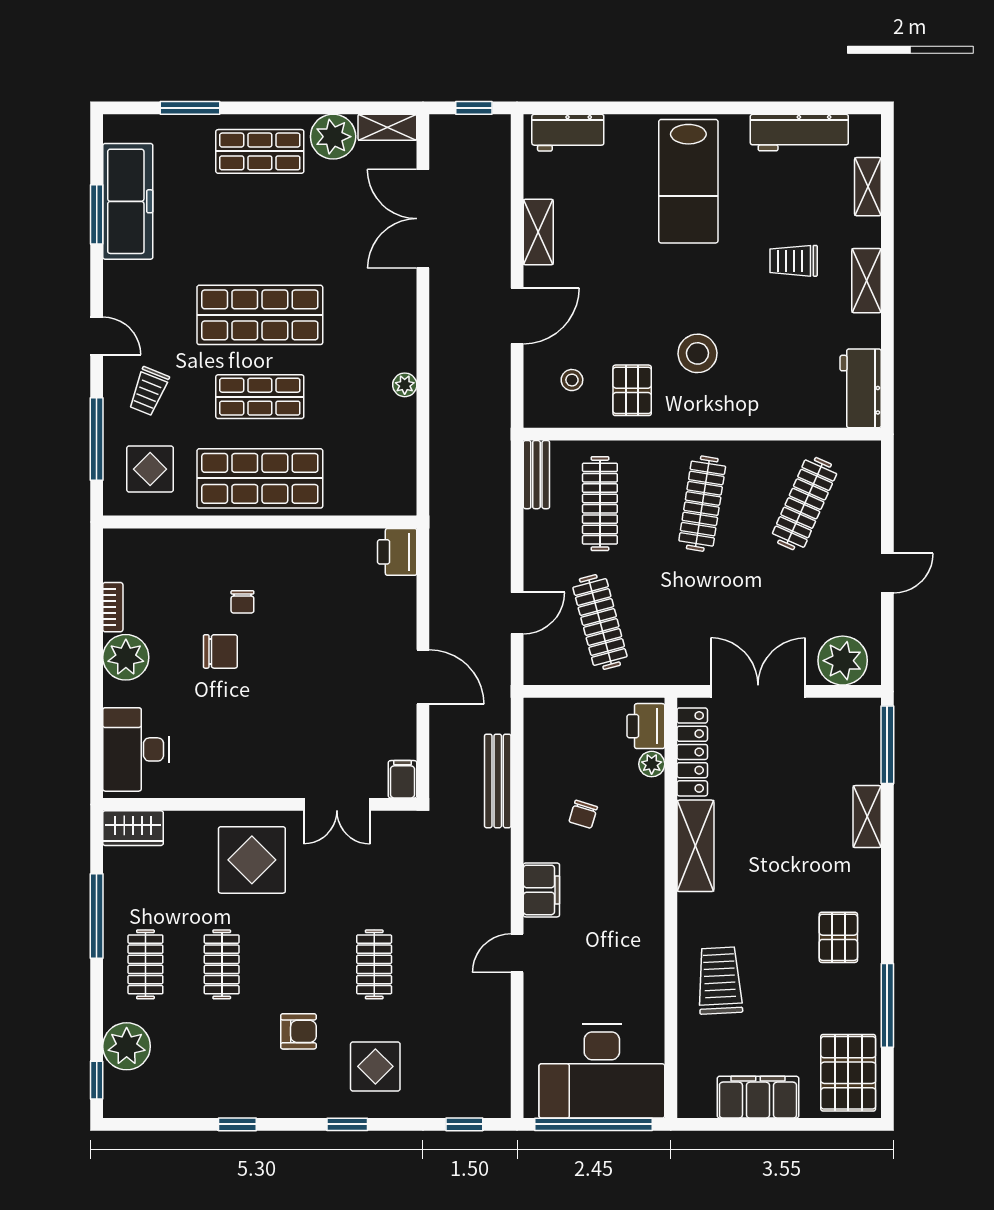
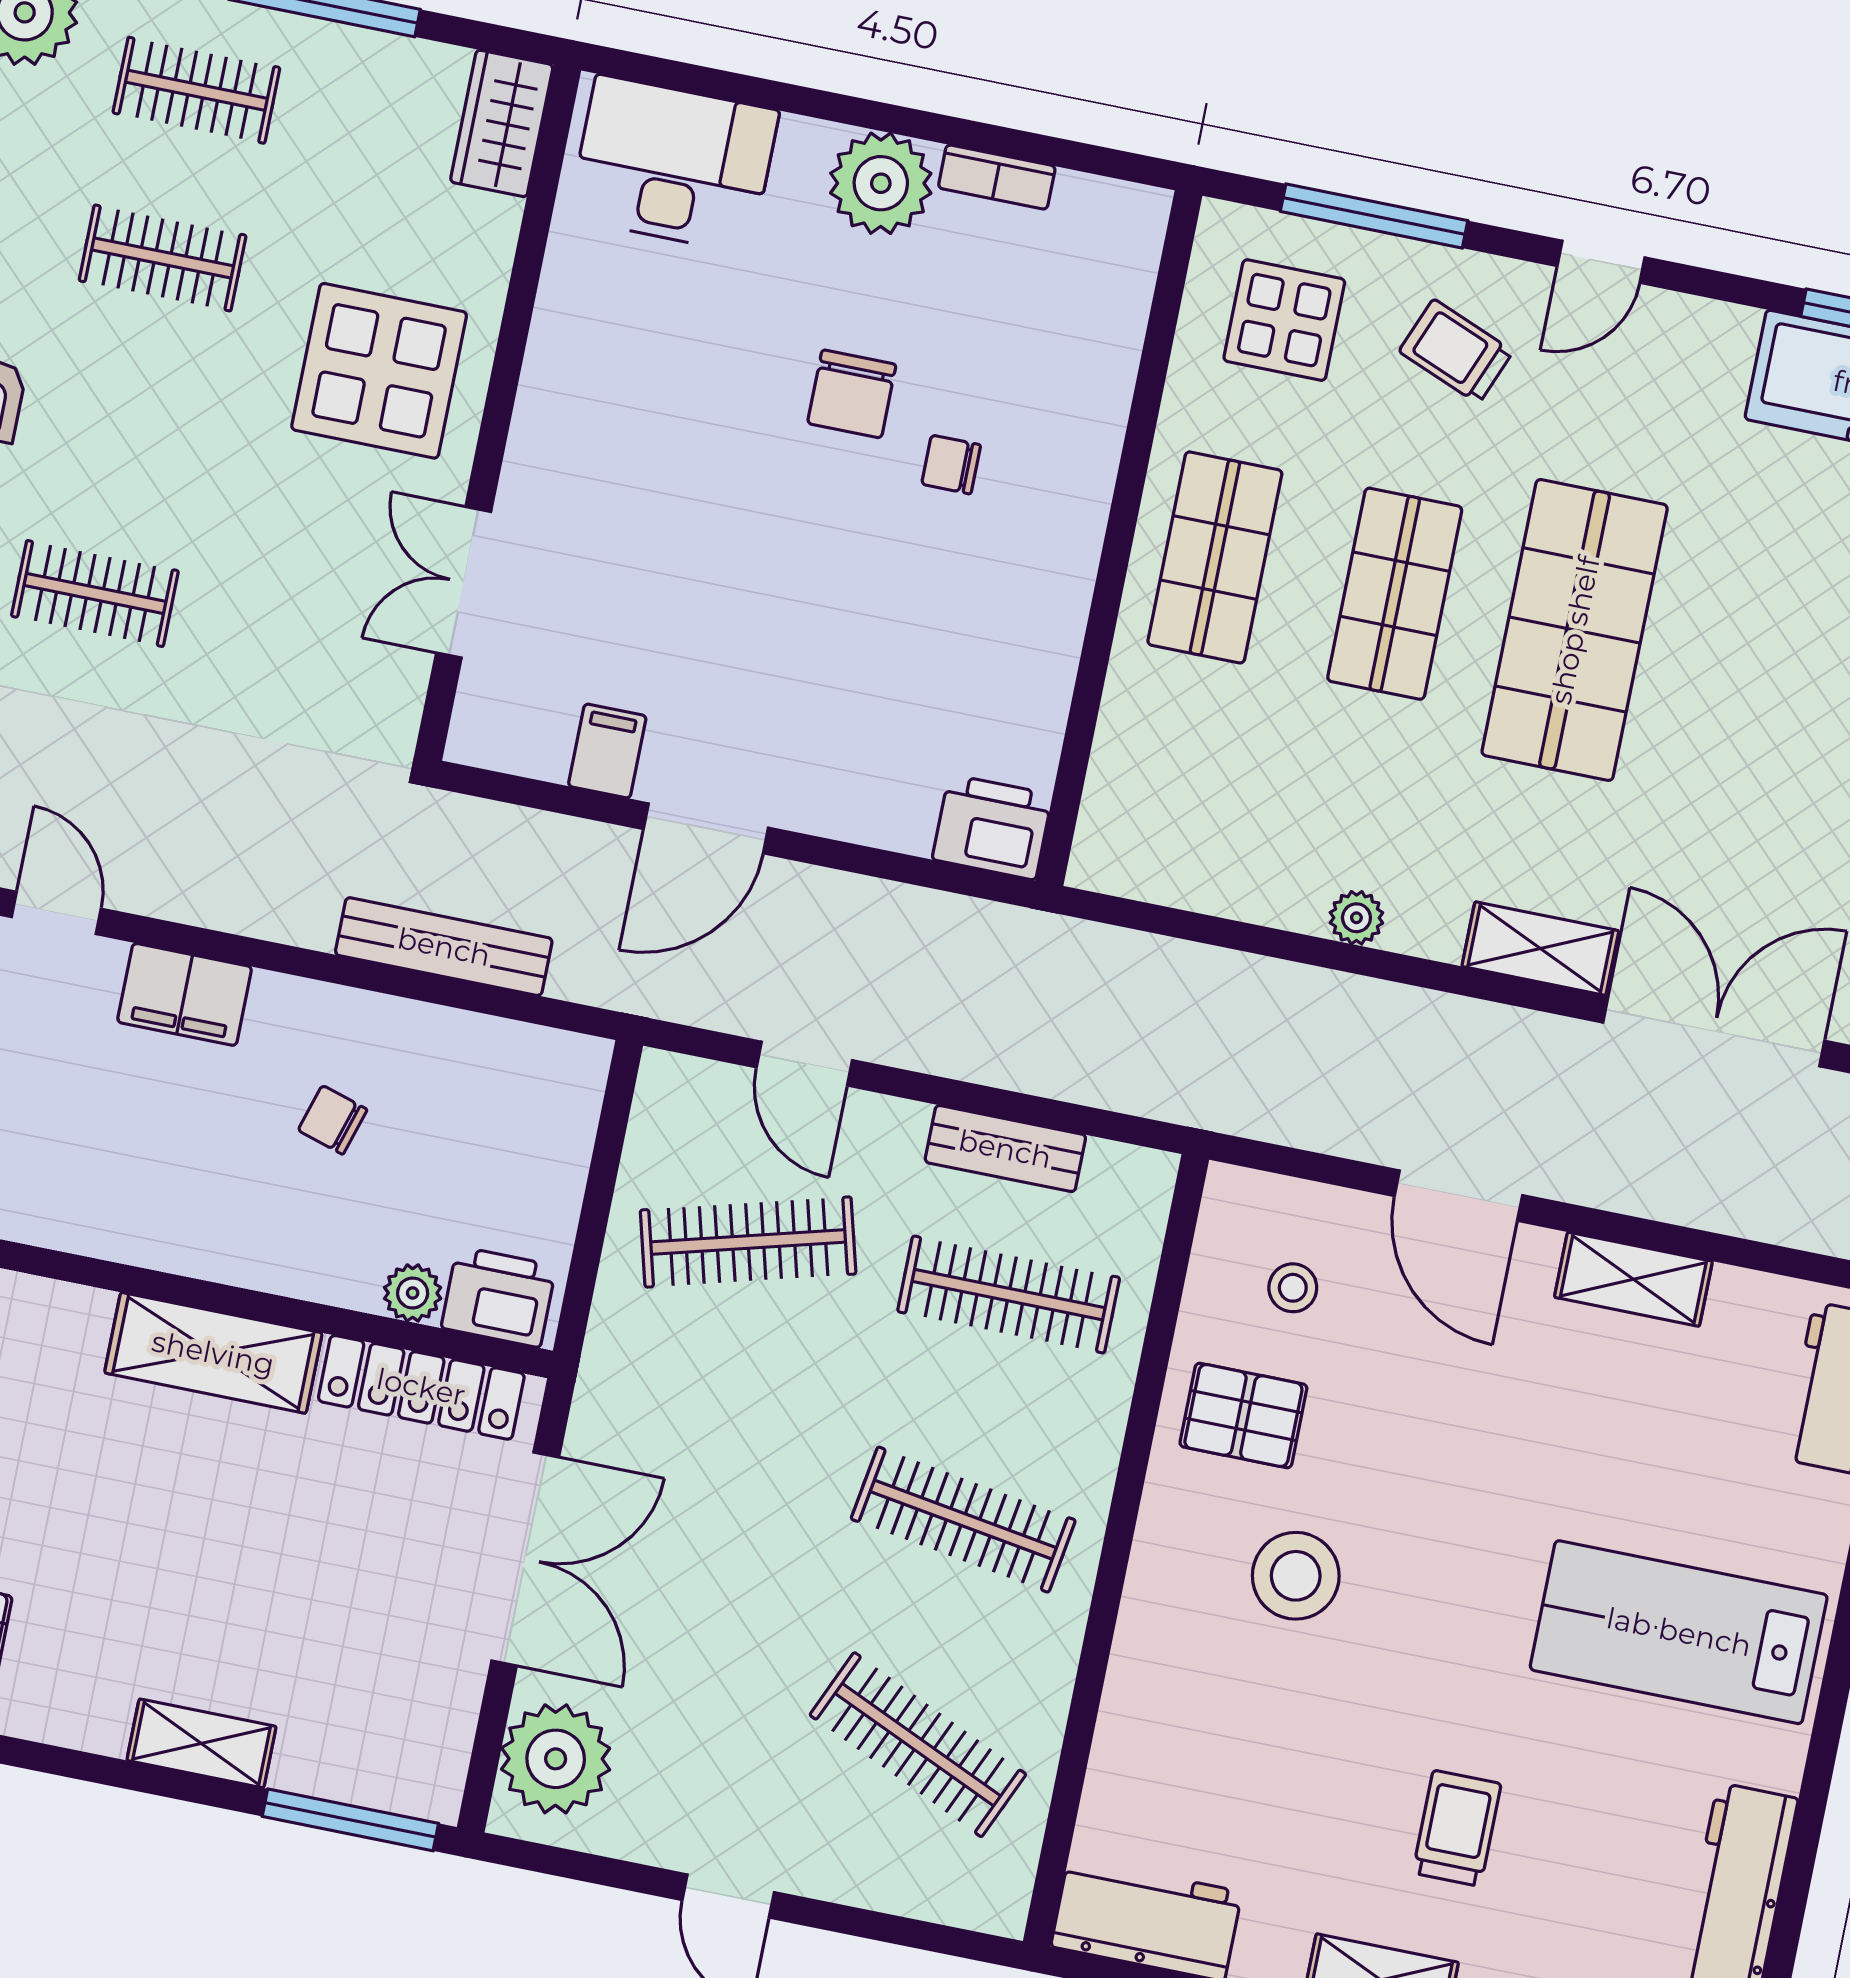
shelving: (402, 302) -> (1540, 949), added
bench: (536, 475) -> (1005, 1149), moved
shop shelf: (260, 478) -> (1215, 557), width x0.70, depth x0.74
filing cabinet: (403, 779) -> (607, 751), moved, turned -90

